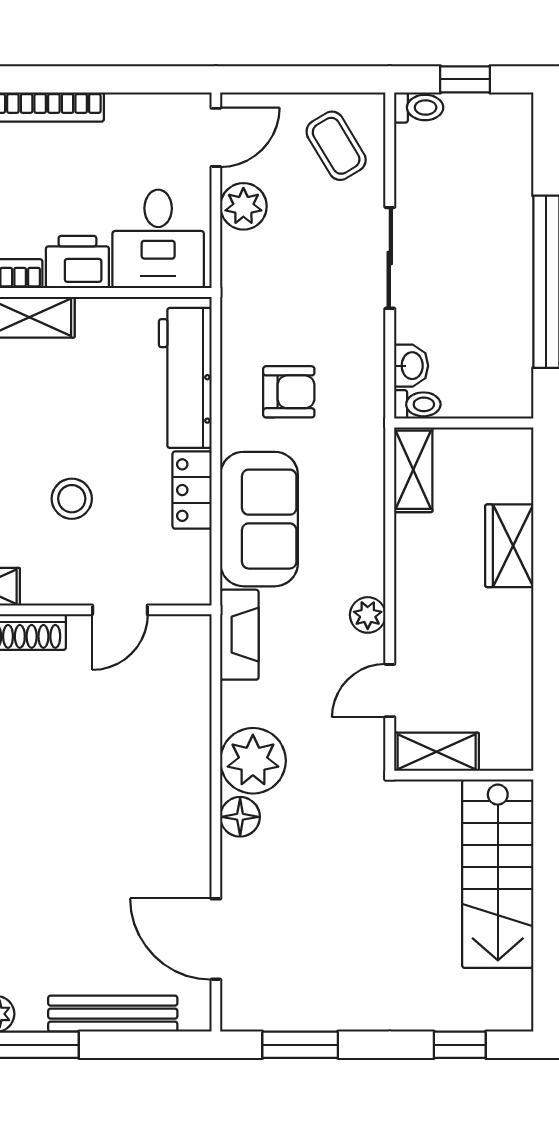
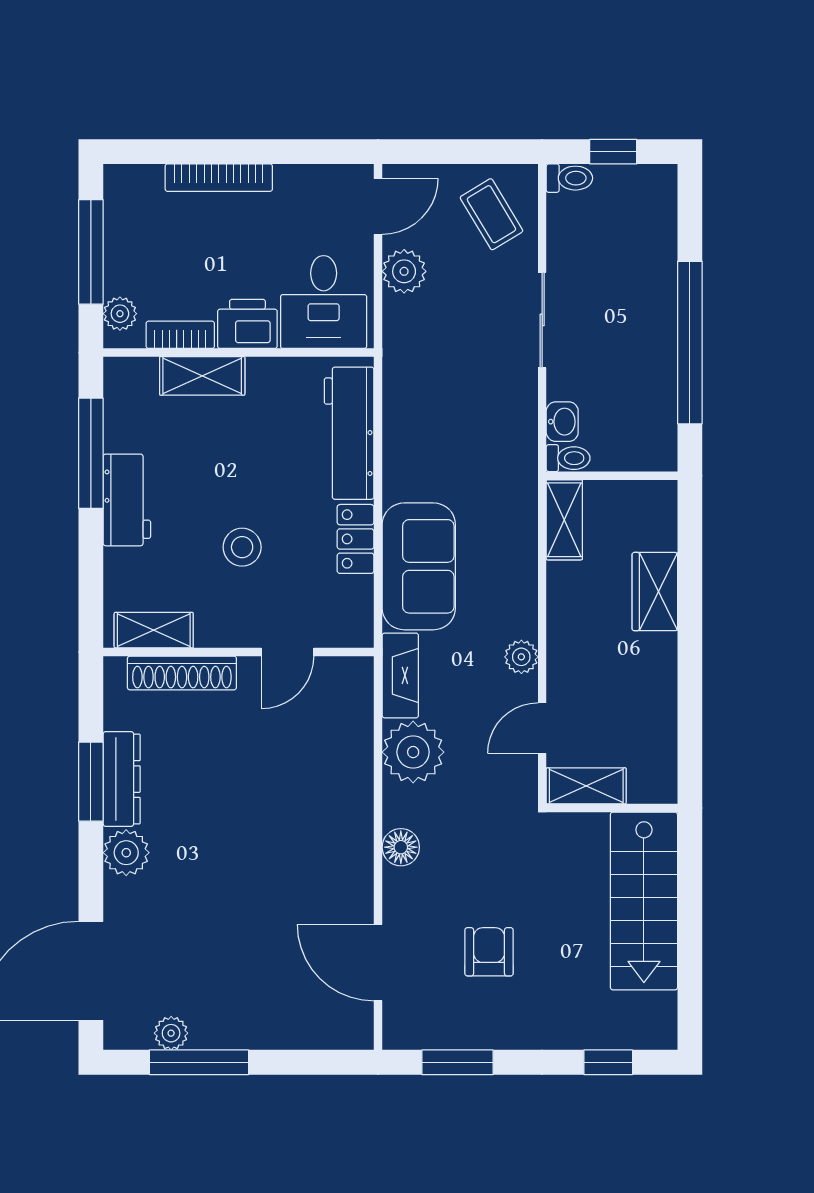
armchair: (289, 392) -> (489, 952), moved, turned -90
plant: (253, 761) -> (413, 752), moved
bench: (113, 1014) -> (281, 1033), removed

